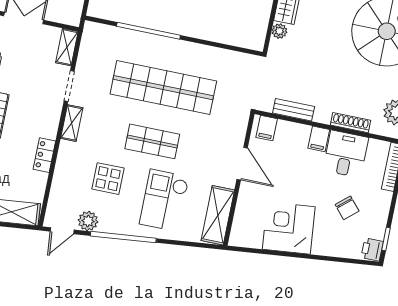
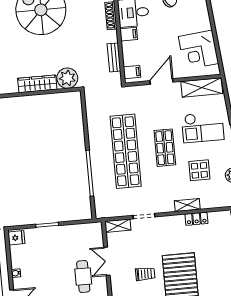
plant: (279, 31) -> (67, 78), width x1.87, depth x1.87
shelving: (72, 123) -> (187, 205), moved
corner desk: (289, 228) -> (198, 50), moved

